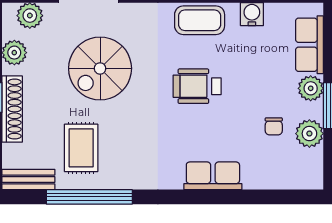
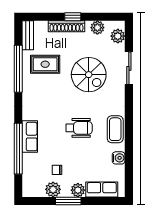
spiral stairs: (100, 68) -> (89, 75), turned 180
wheelchair: (197, 86) -> (79, 128), turned 90
window: (235, 197) -> (18, 149), added

